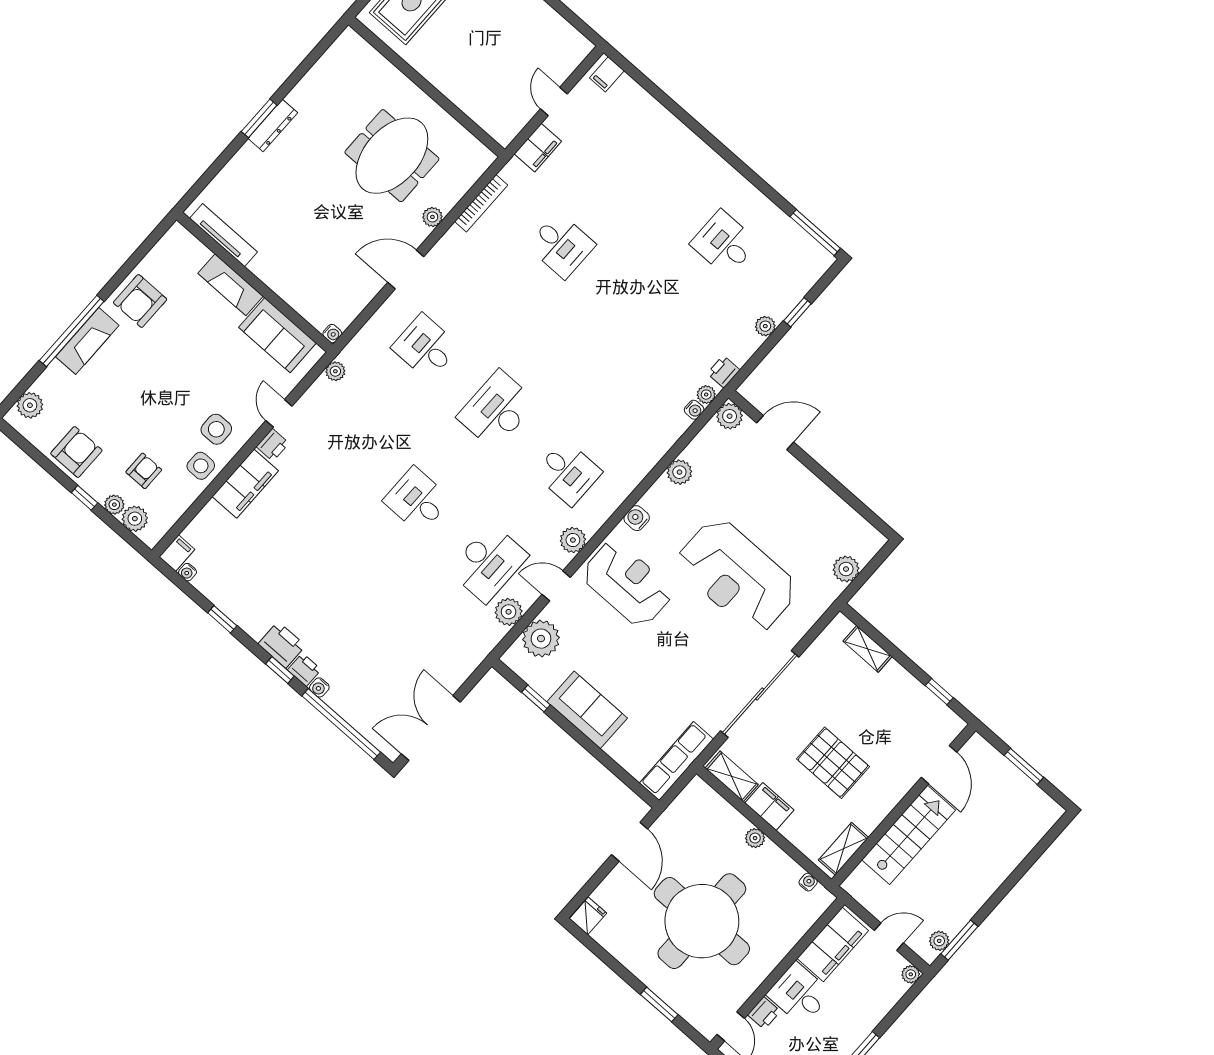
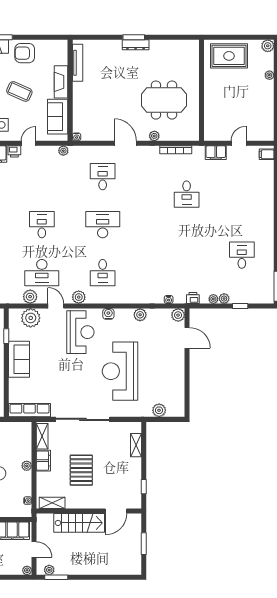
coffee table: (190, 359) -> (19, 91), added
plant: (706, 395) -> (213, 299), moved

